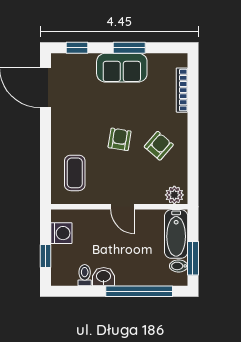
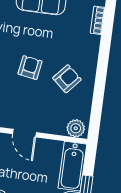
bookcase: (182, 90) -> (98, 20), width x0.64

